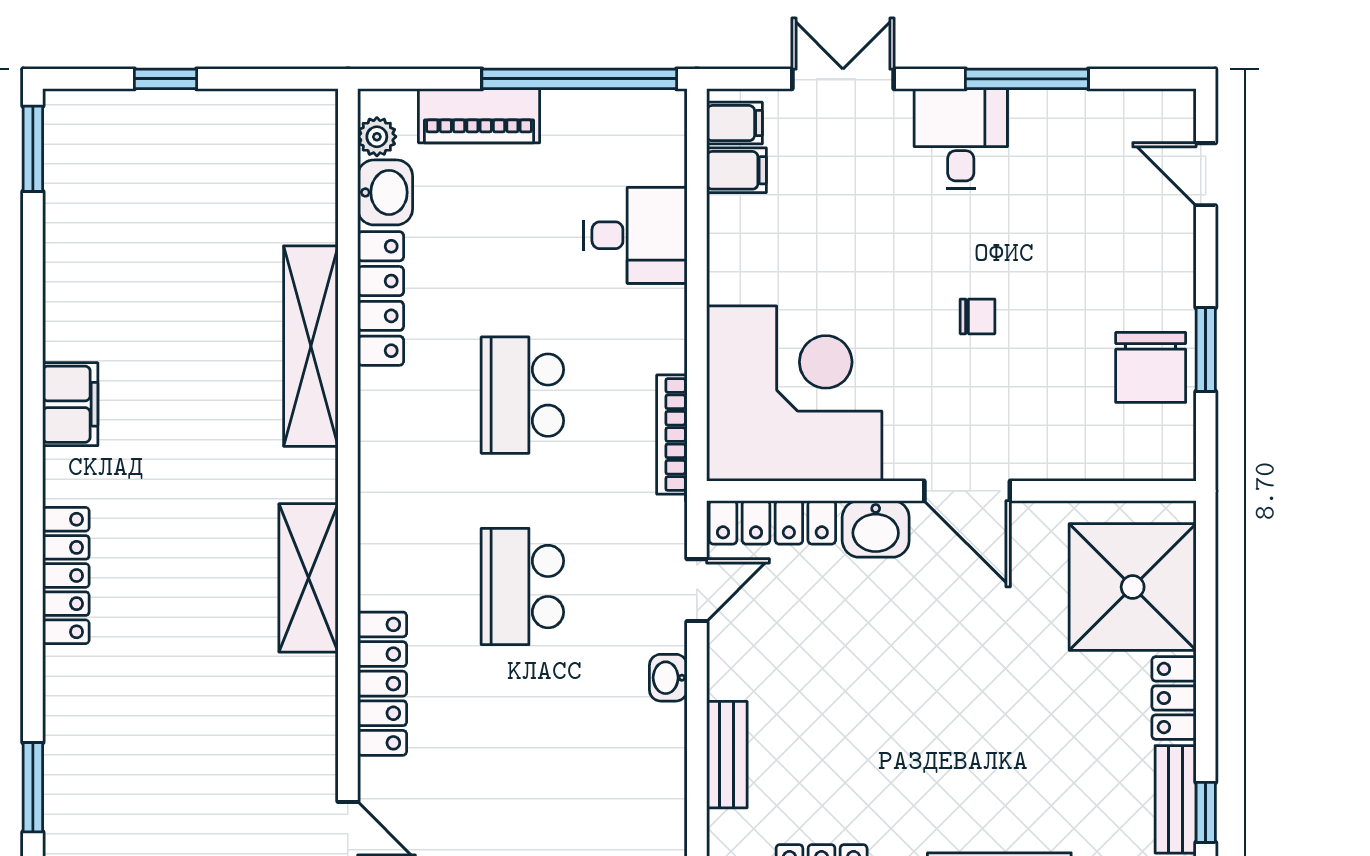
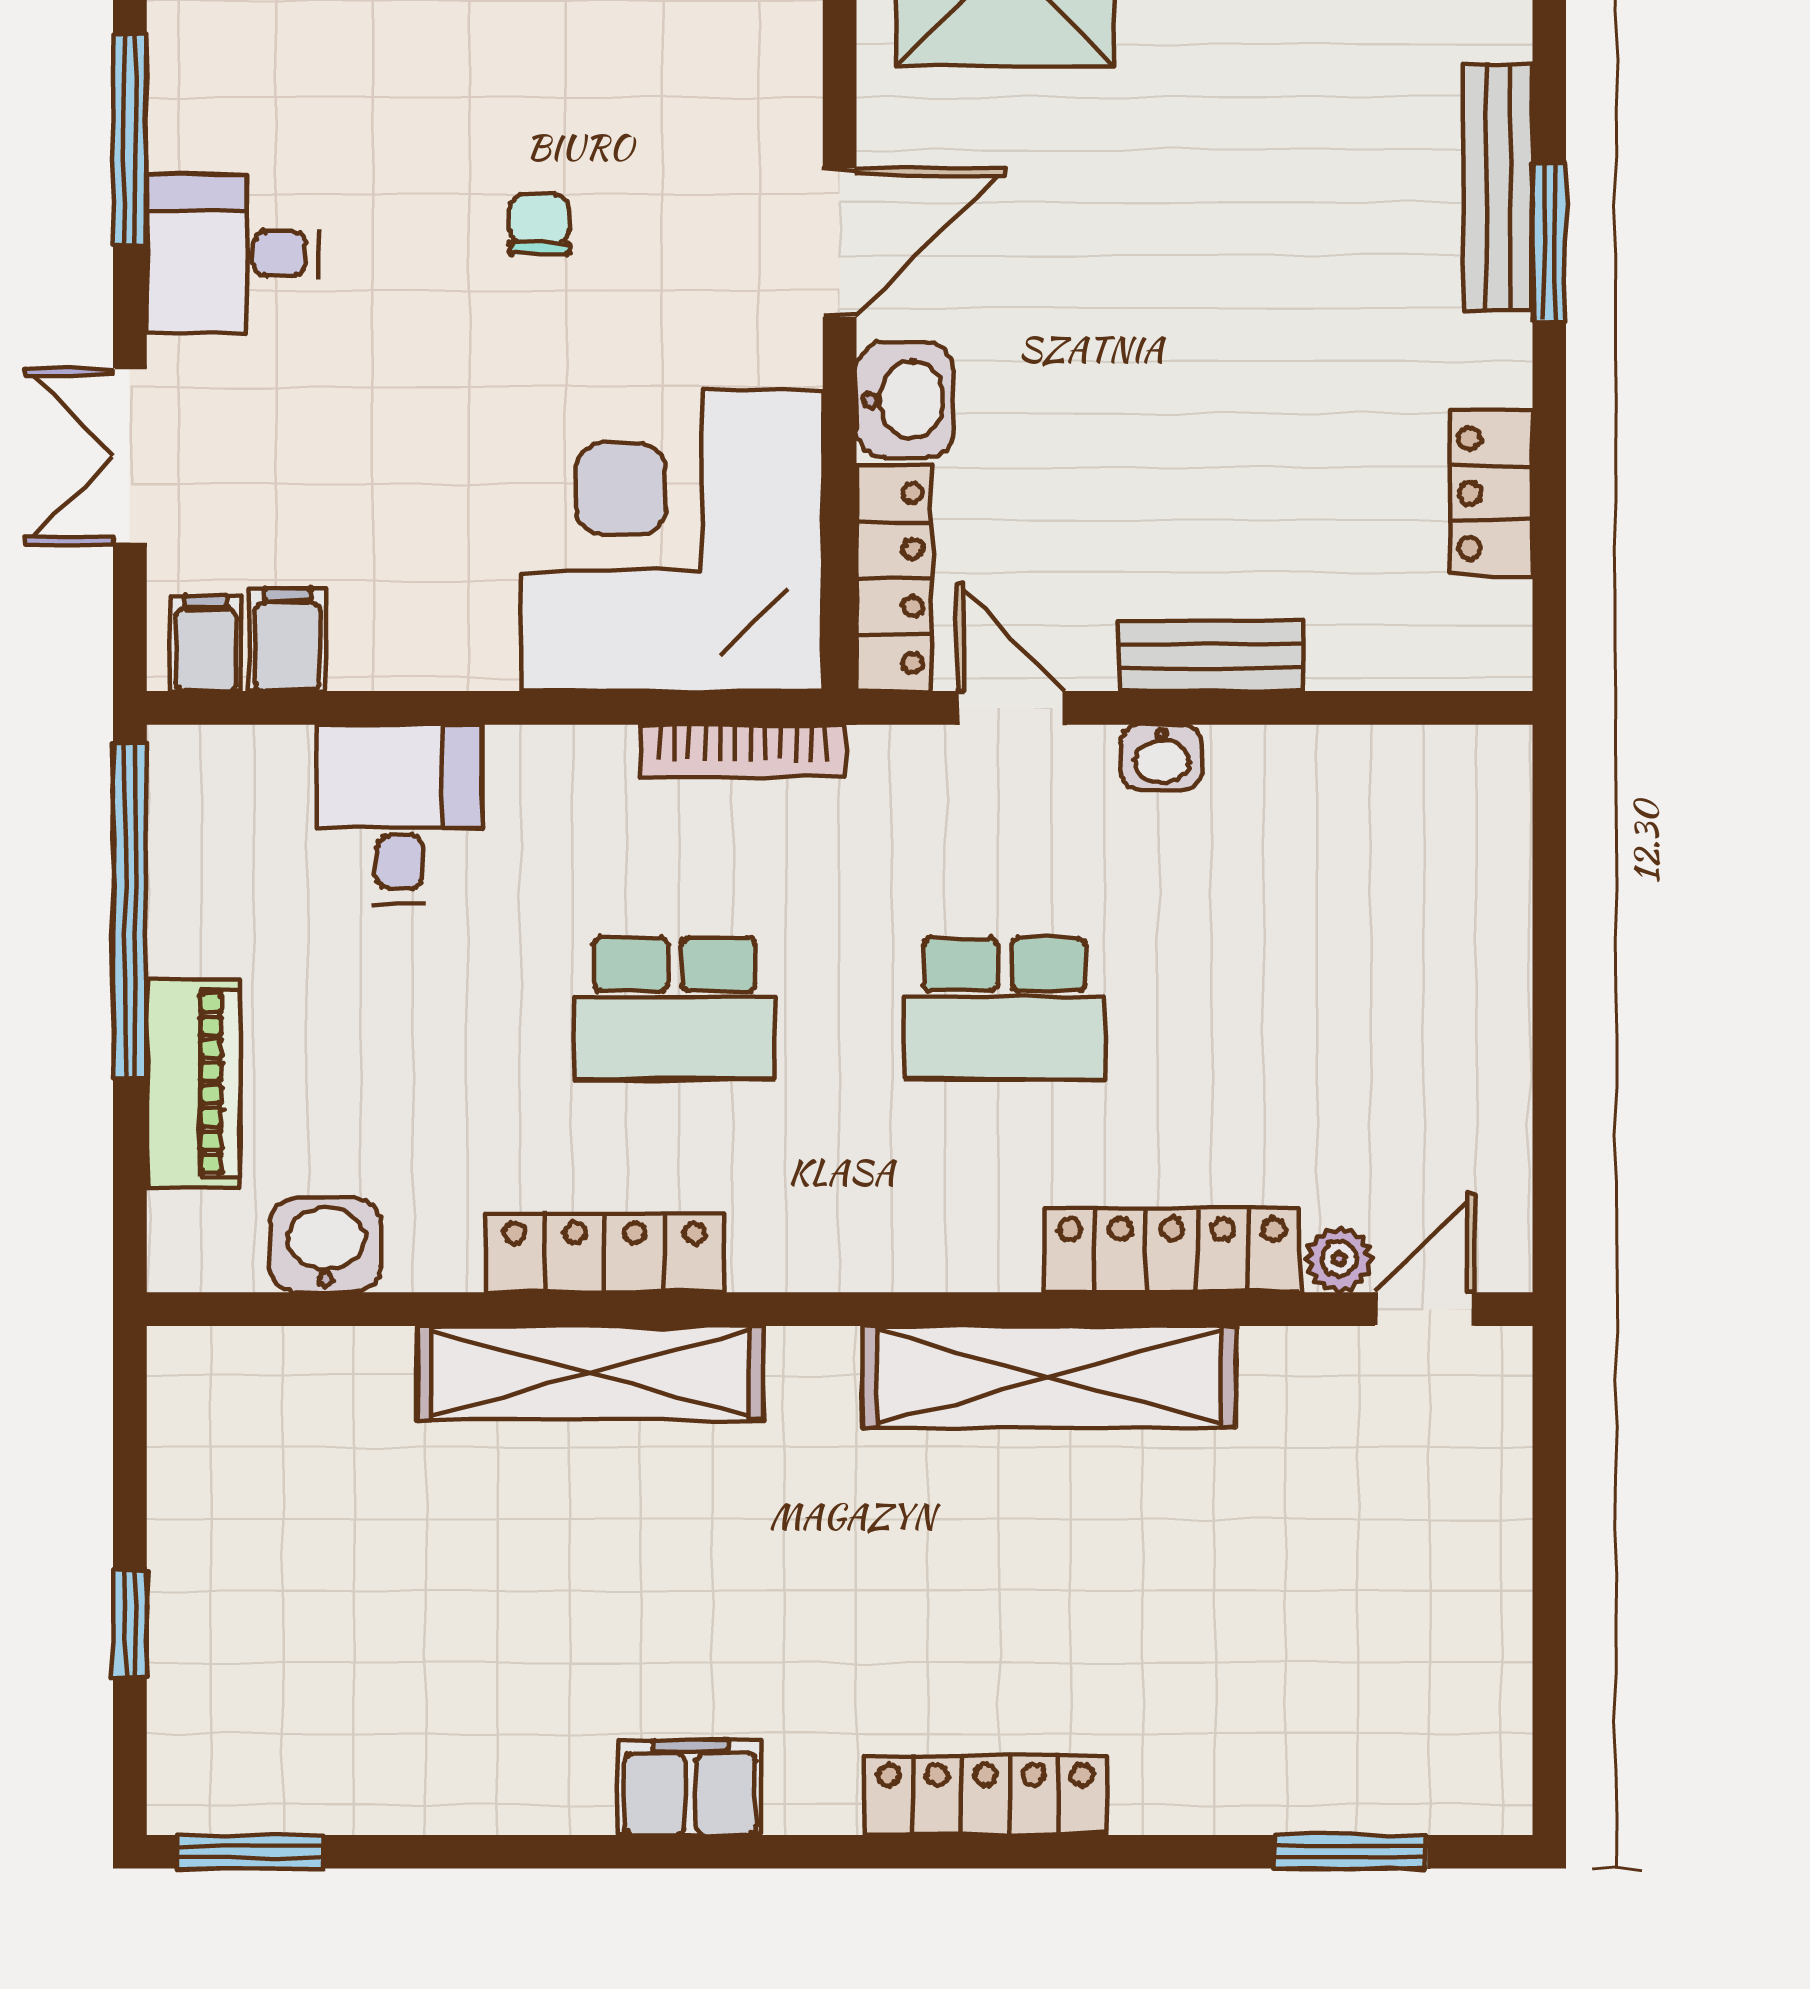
plant: (377, 137) -> (1339, 1259), moved
locker: (381, 298) -> (605, 1253), moved
shelving: (309, 578) -> (1049, 1377), width x1.47
bench: (727, 755) -> (1211, 656), moved

